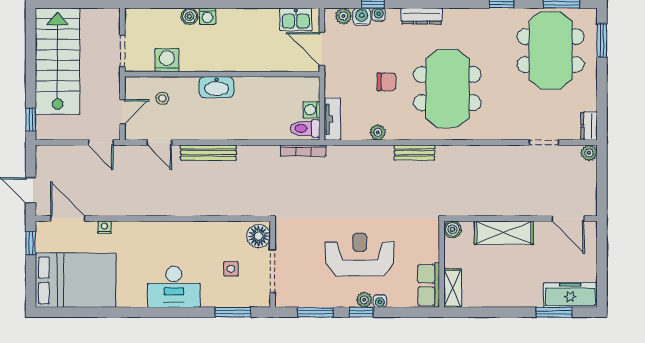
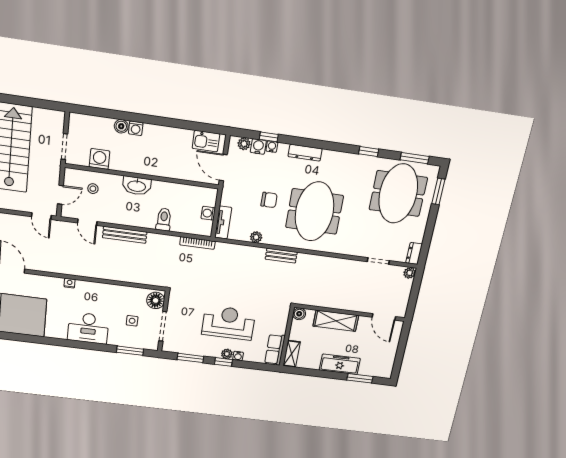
toilet: (305, 128) -> (164, 219), moved, turned 90
nightstand: (104, 227) -> (70, 283), moved
freezer: (570, 295) -> (340, 364), moved

